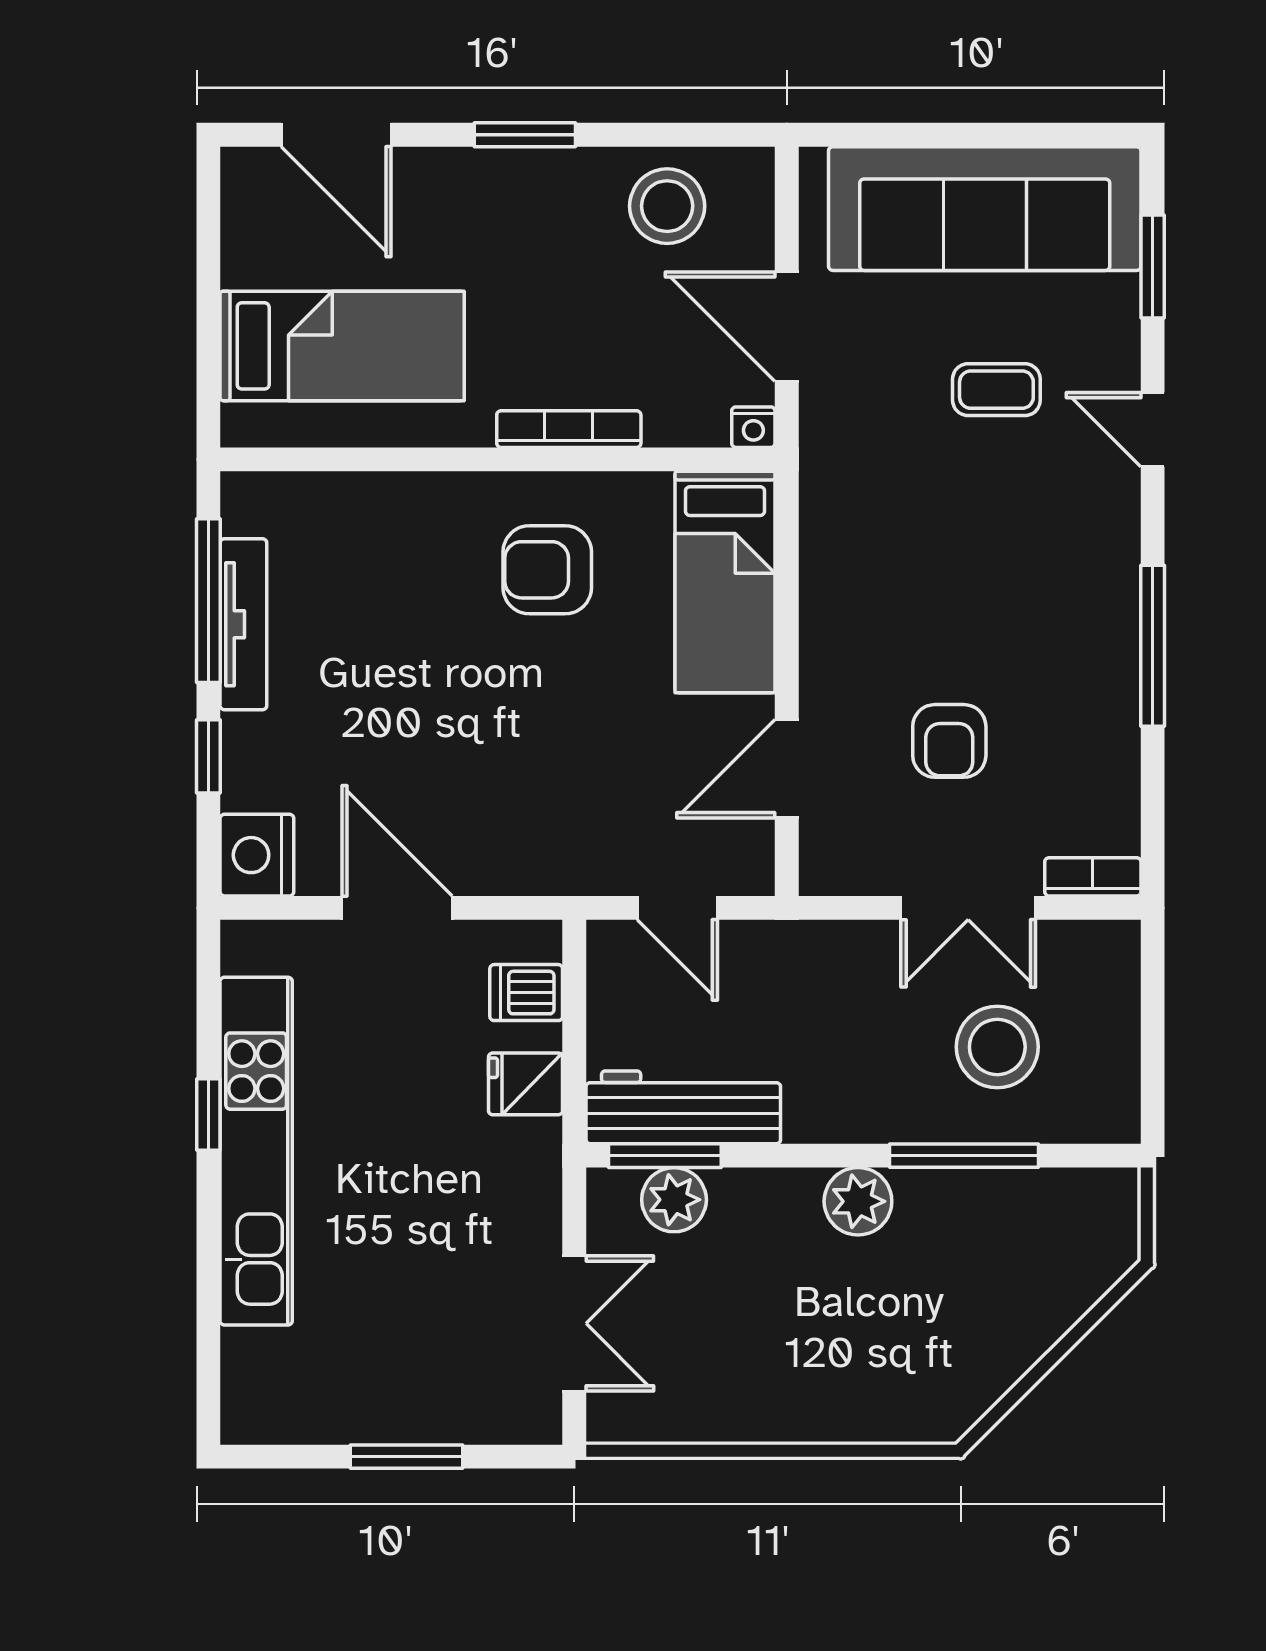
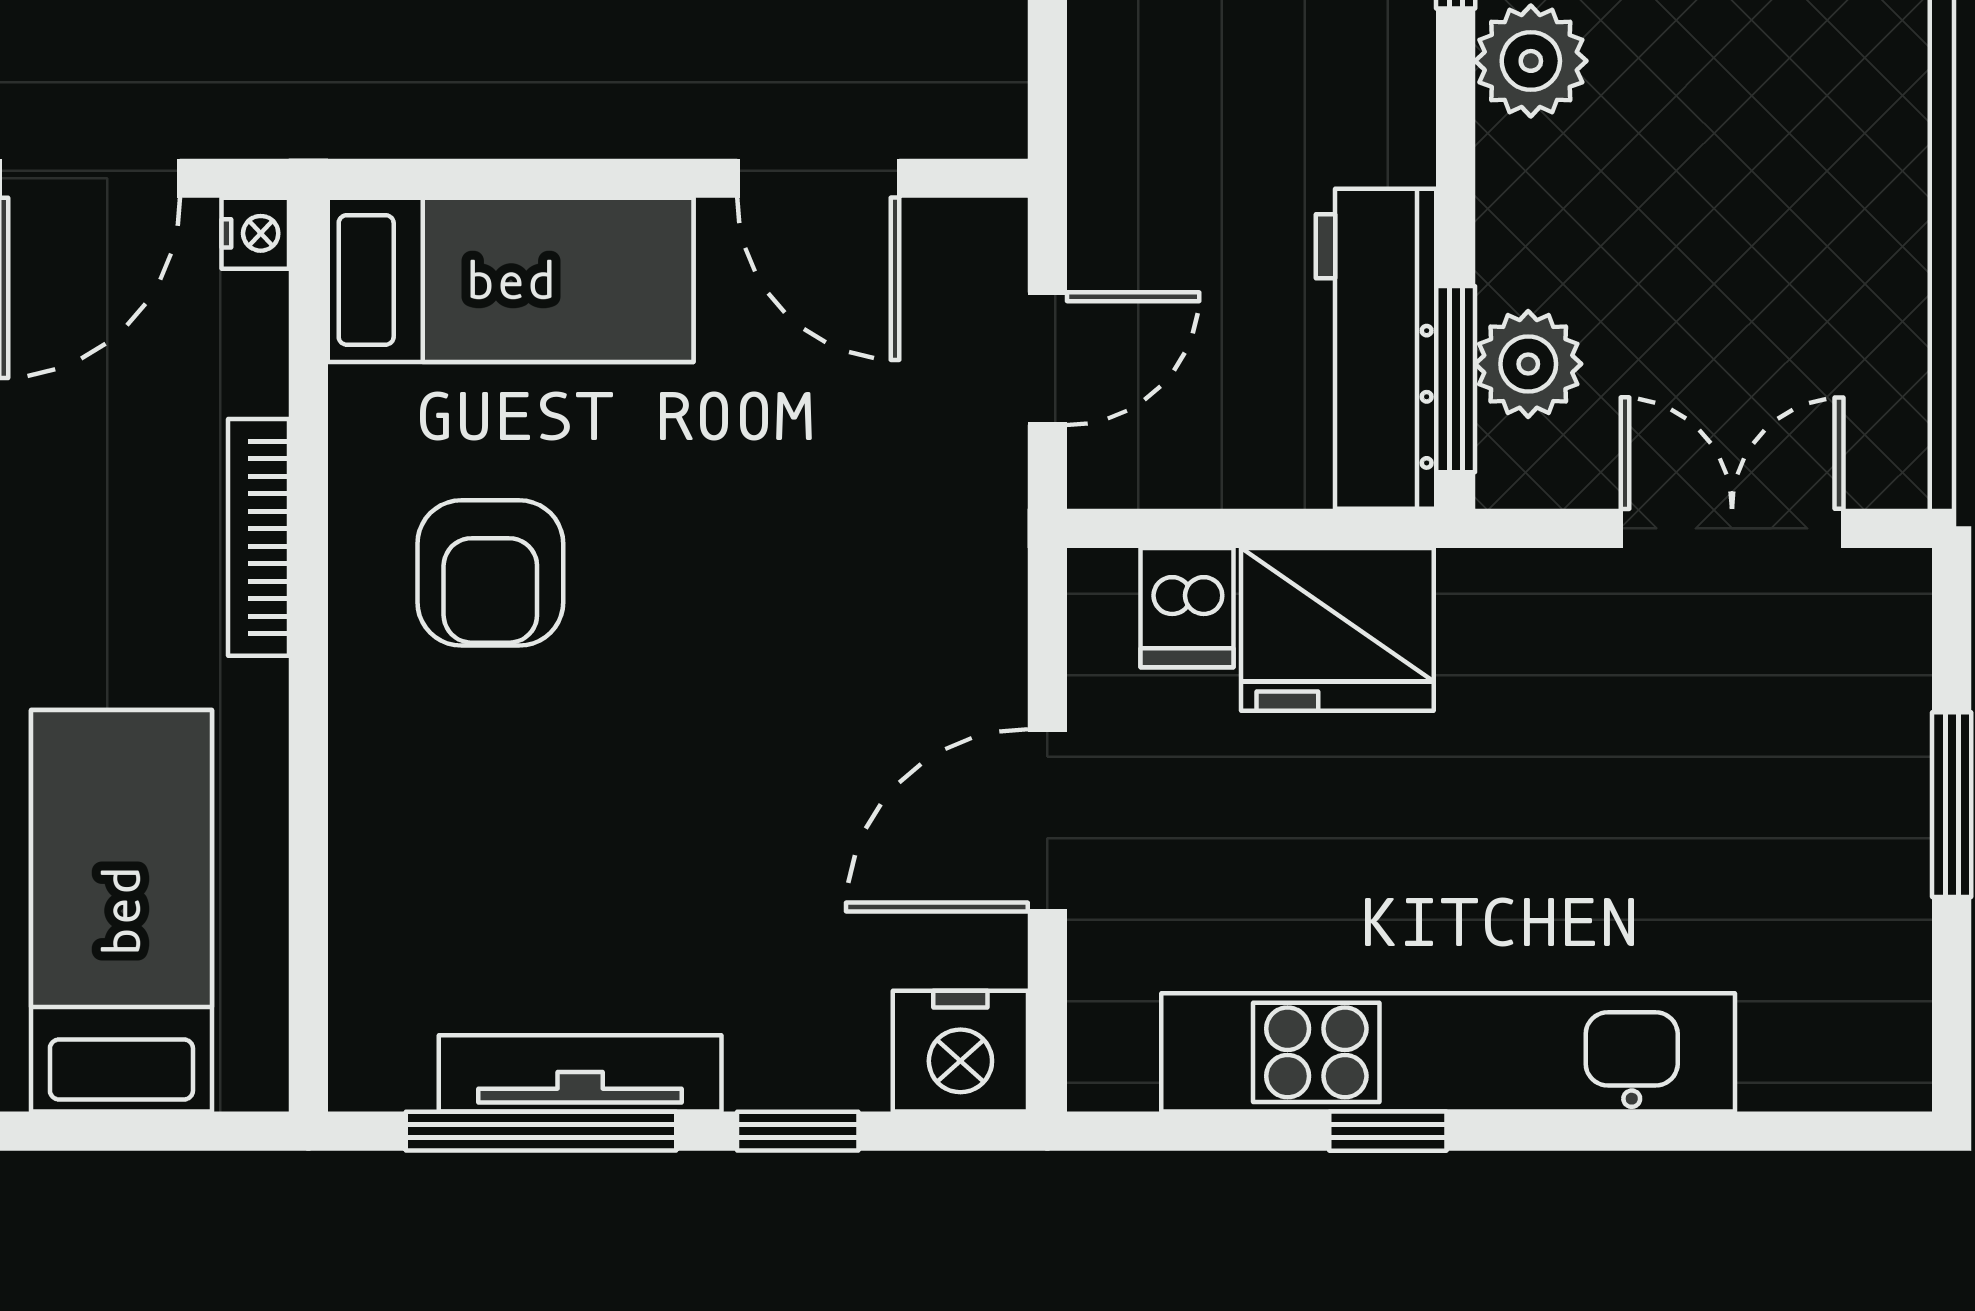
fridge: (526, 1084) -> (1337, 629), width x1.88, depth x1.34

